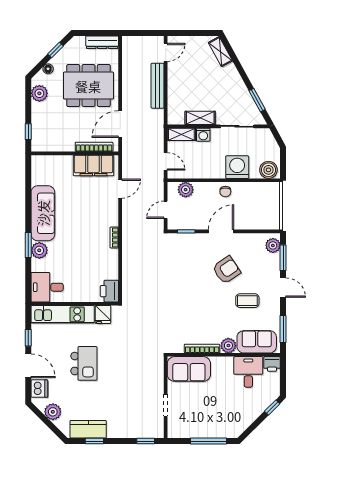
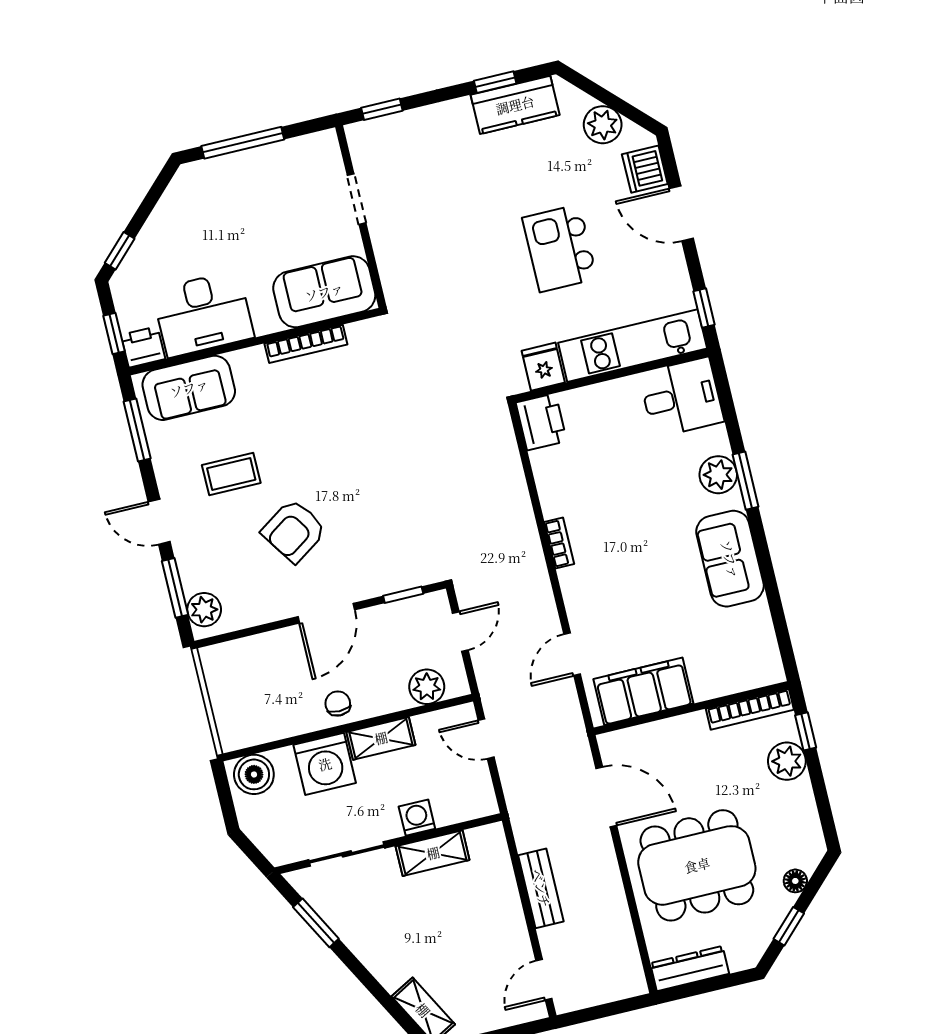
bench: (158, 86) -> (541, 888), width x0.73
plant: (39, 93) -> (787, 761), moved
door: (120, 124) -> (606, 797), hinge flipped
shelving: (181, 134) -> (381, 738), moved
bookcase: (94, 147) -> (750, 709), moved
sofa: (43, 213) -> (730, 559), width x0.73
window: (28, 338) -> (704, 308), moved
plant: (228, 346) -> (249, 365), removed
desk: (248, 372) -> (203, 314), width x1.37
window: (283, 373) -> (114, 333), added

